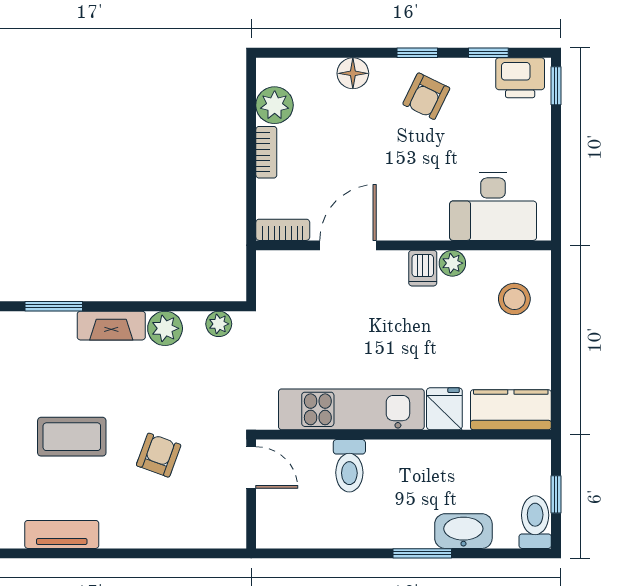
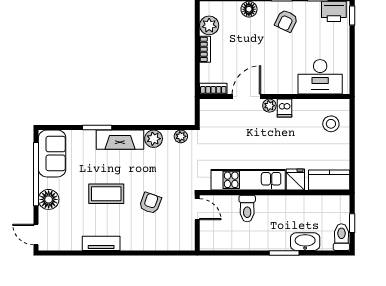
plant: (452, 263) -> (269, 106), moved
fireplace: (111, 326) -> (120, 140), width x1.37, depth x1.32

